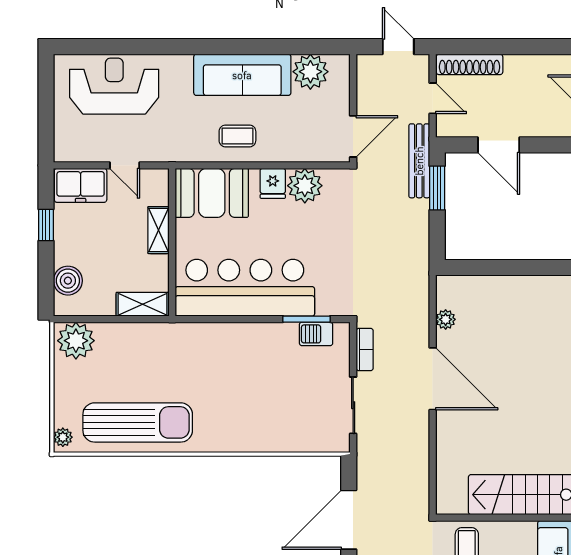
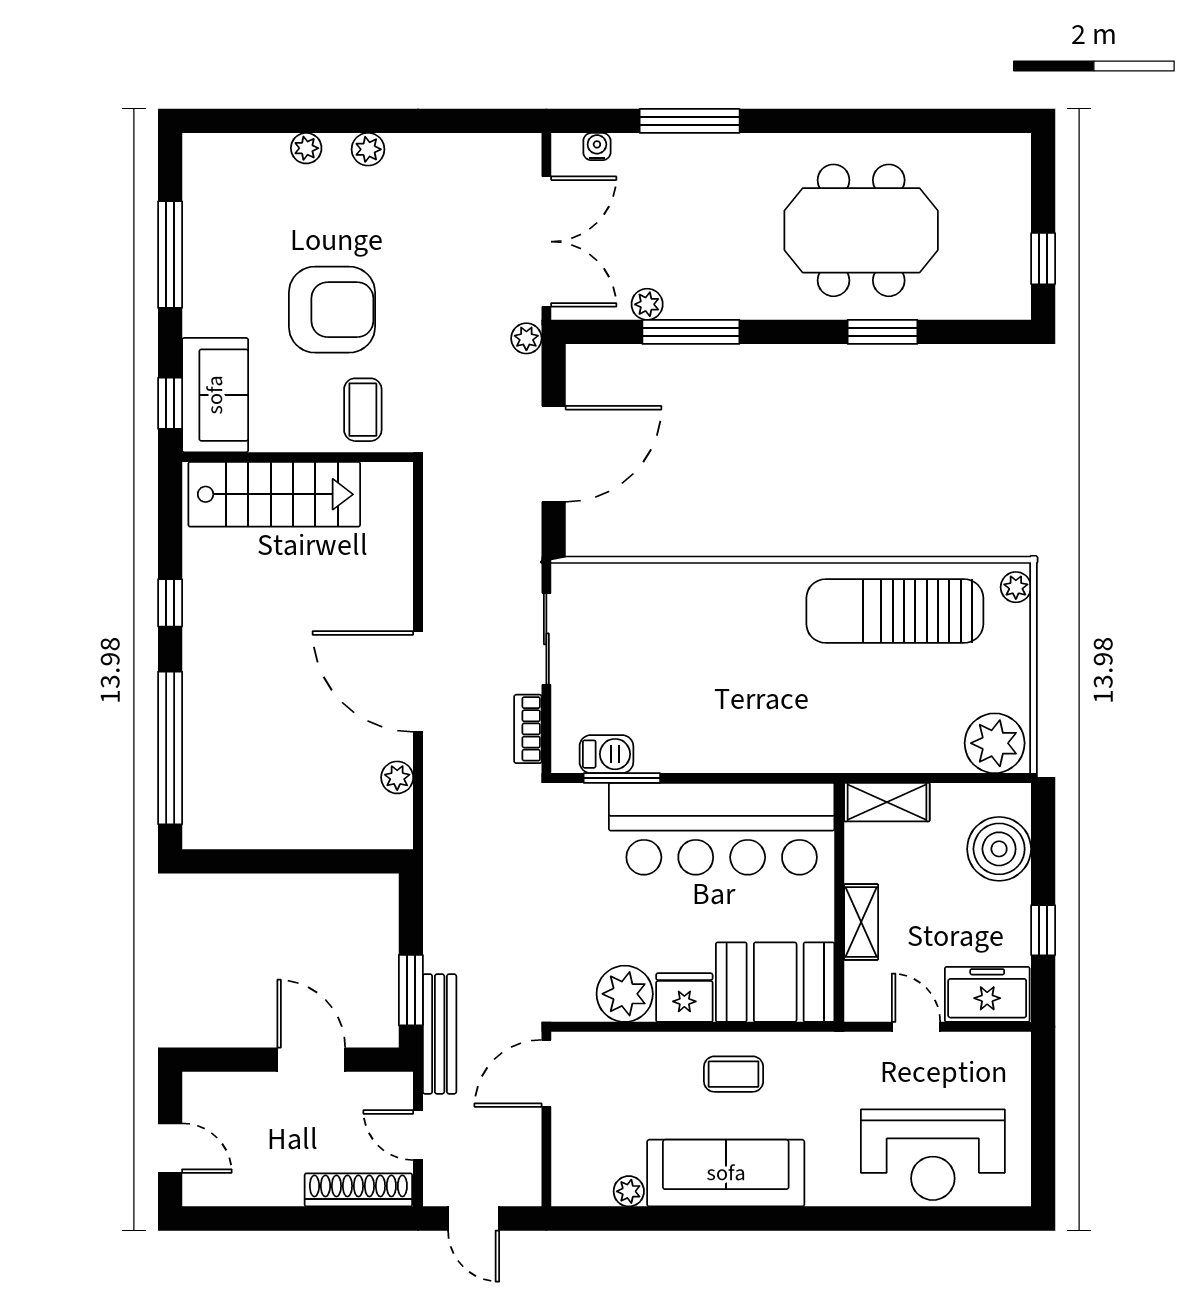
plant: (310, 72) -> (629, 1191), width x0.53, depth x0.53
fridge: (273, 183) -> (684, 998), width x1.38
boiler: (68, 281) -> (999, 849), width x1.37, depth x1.37

